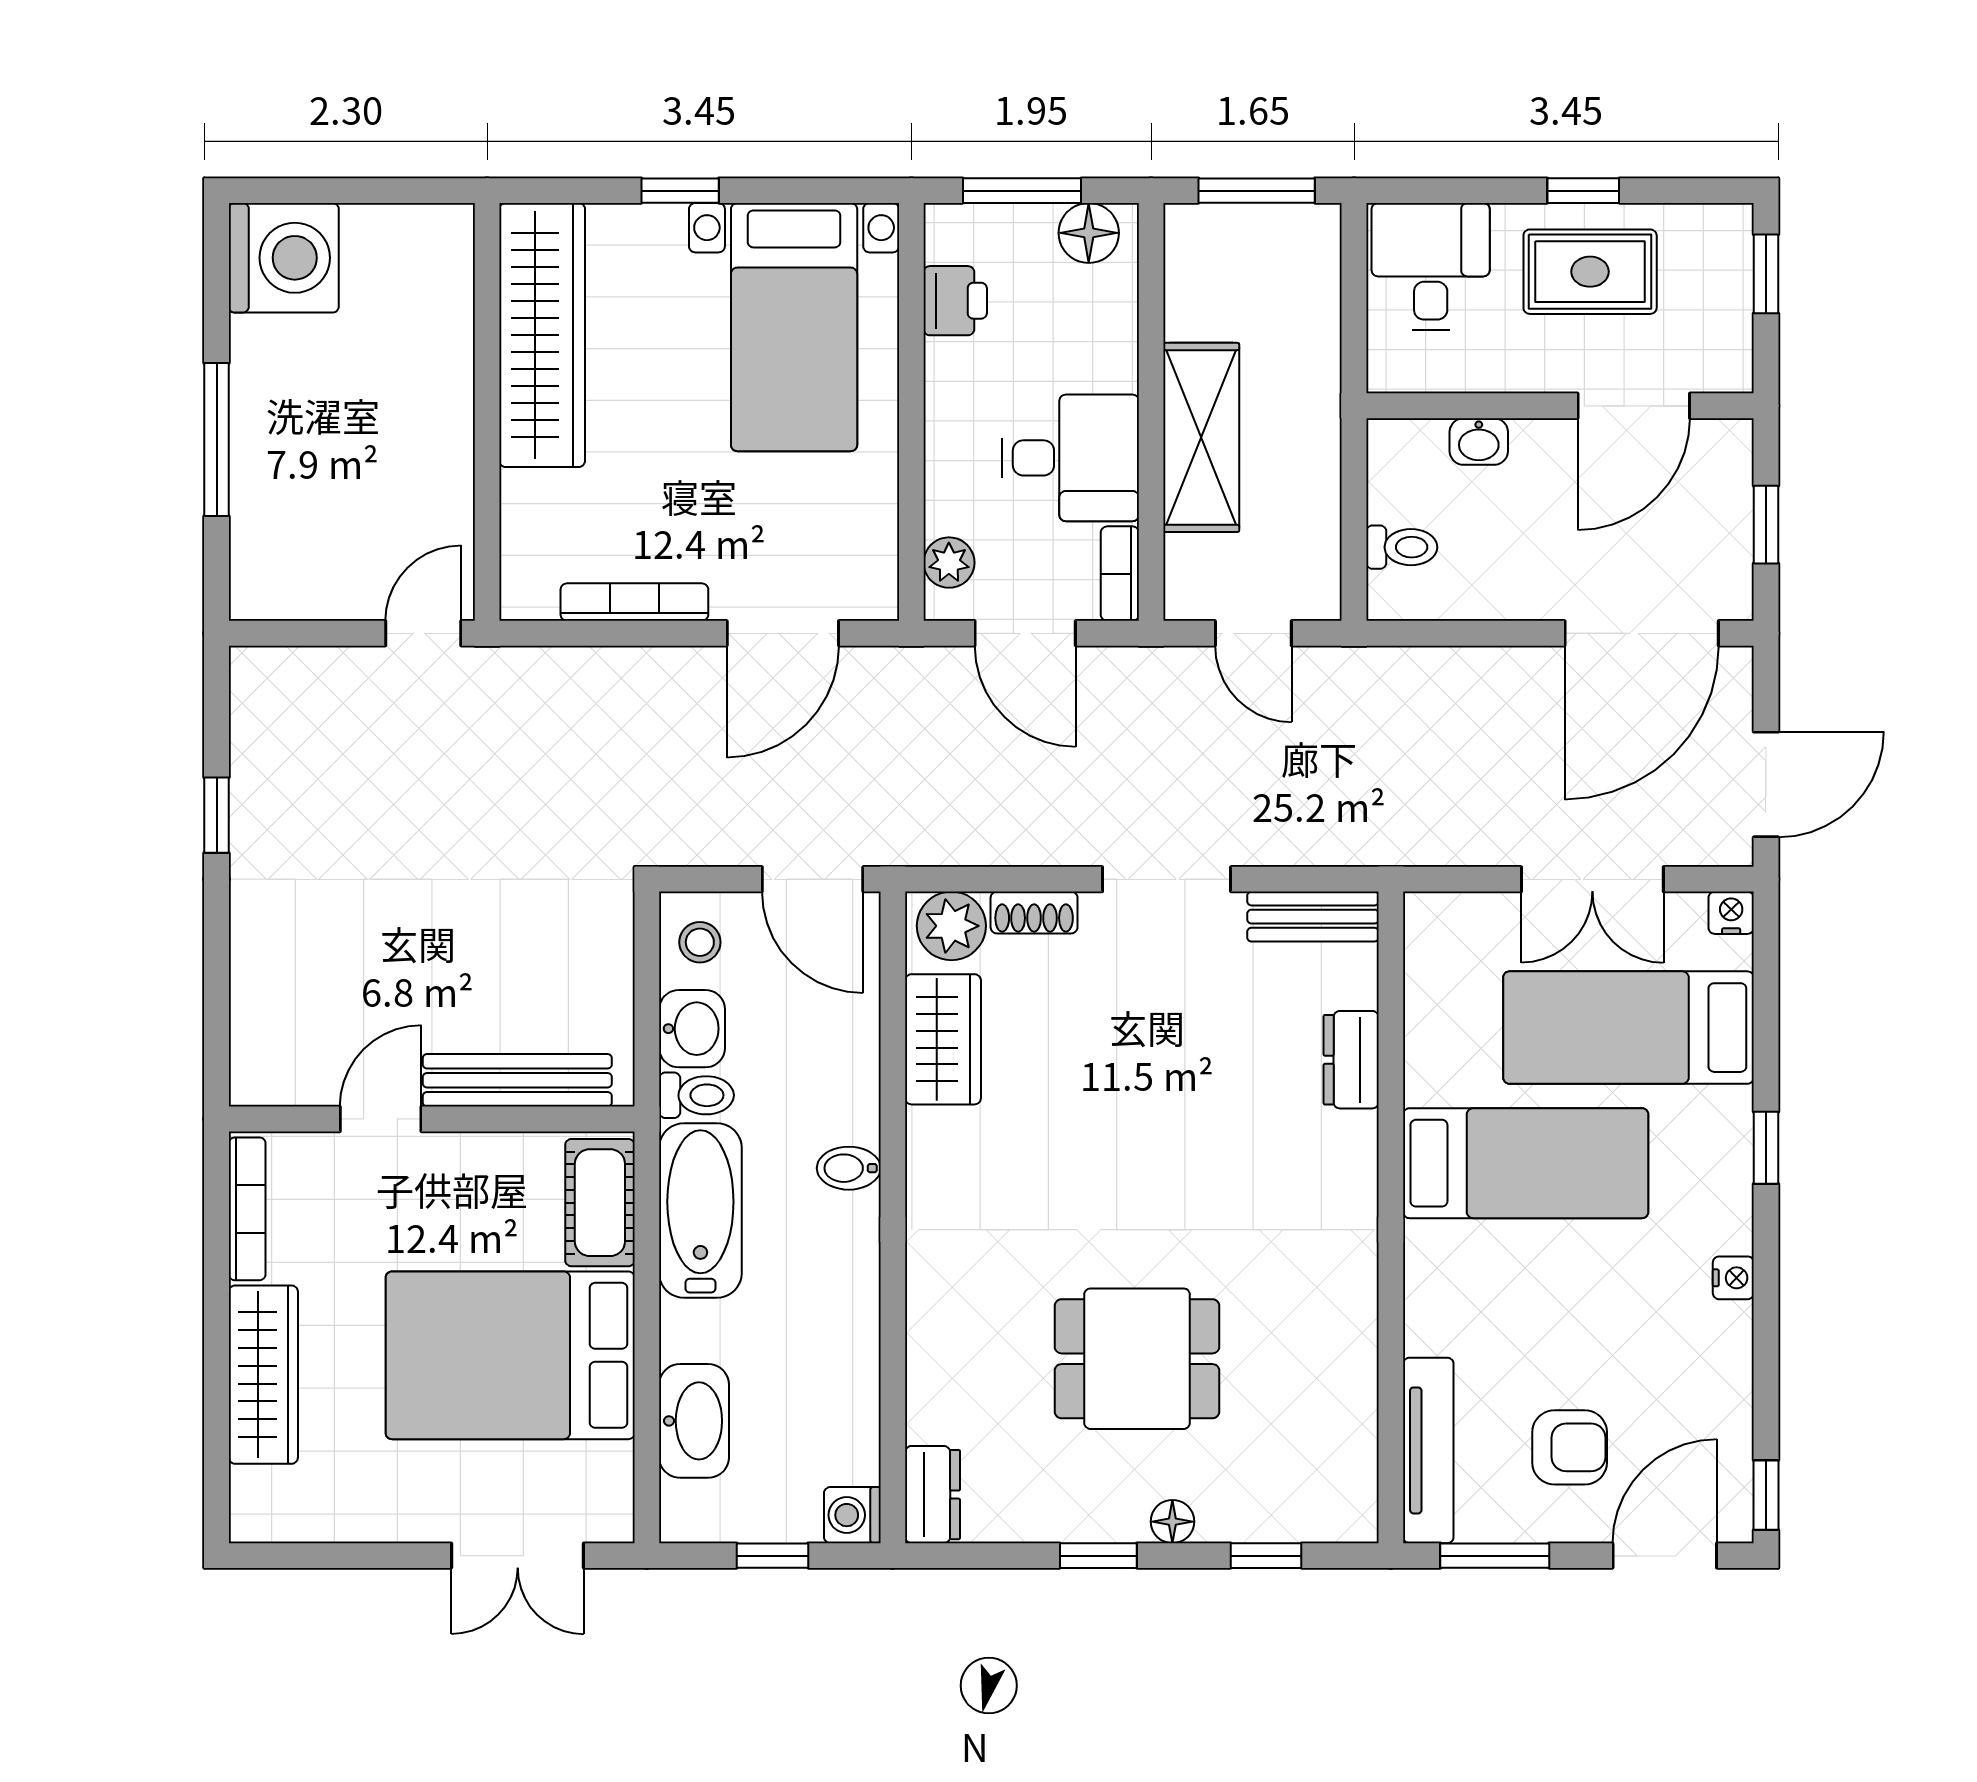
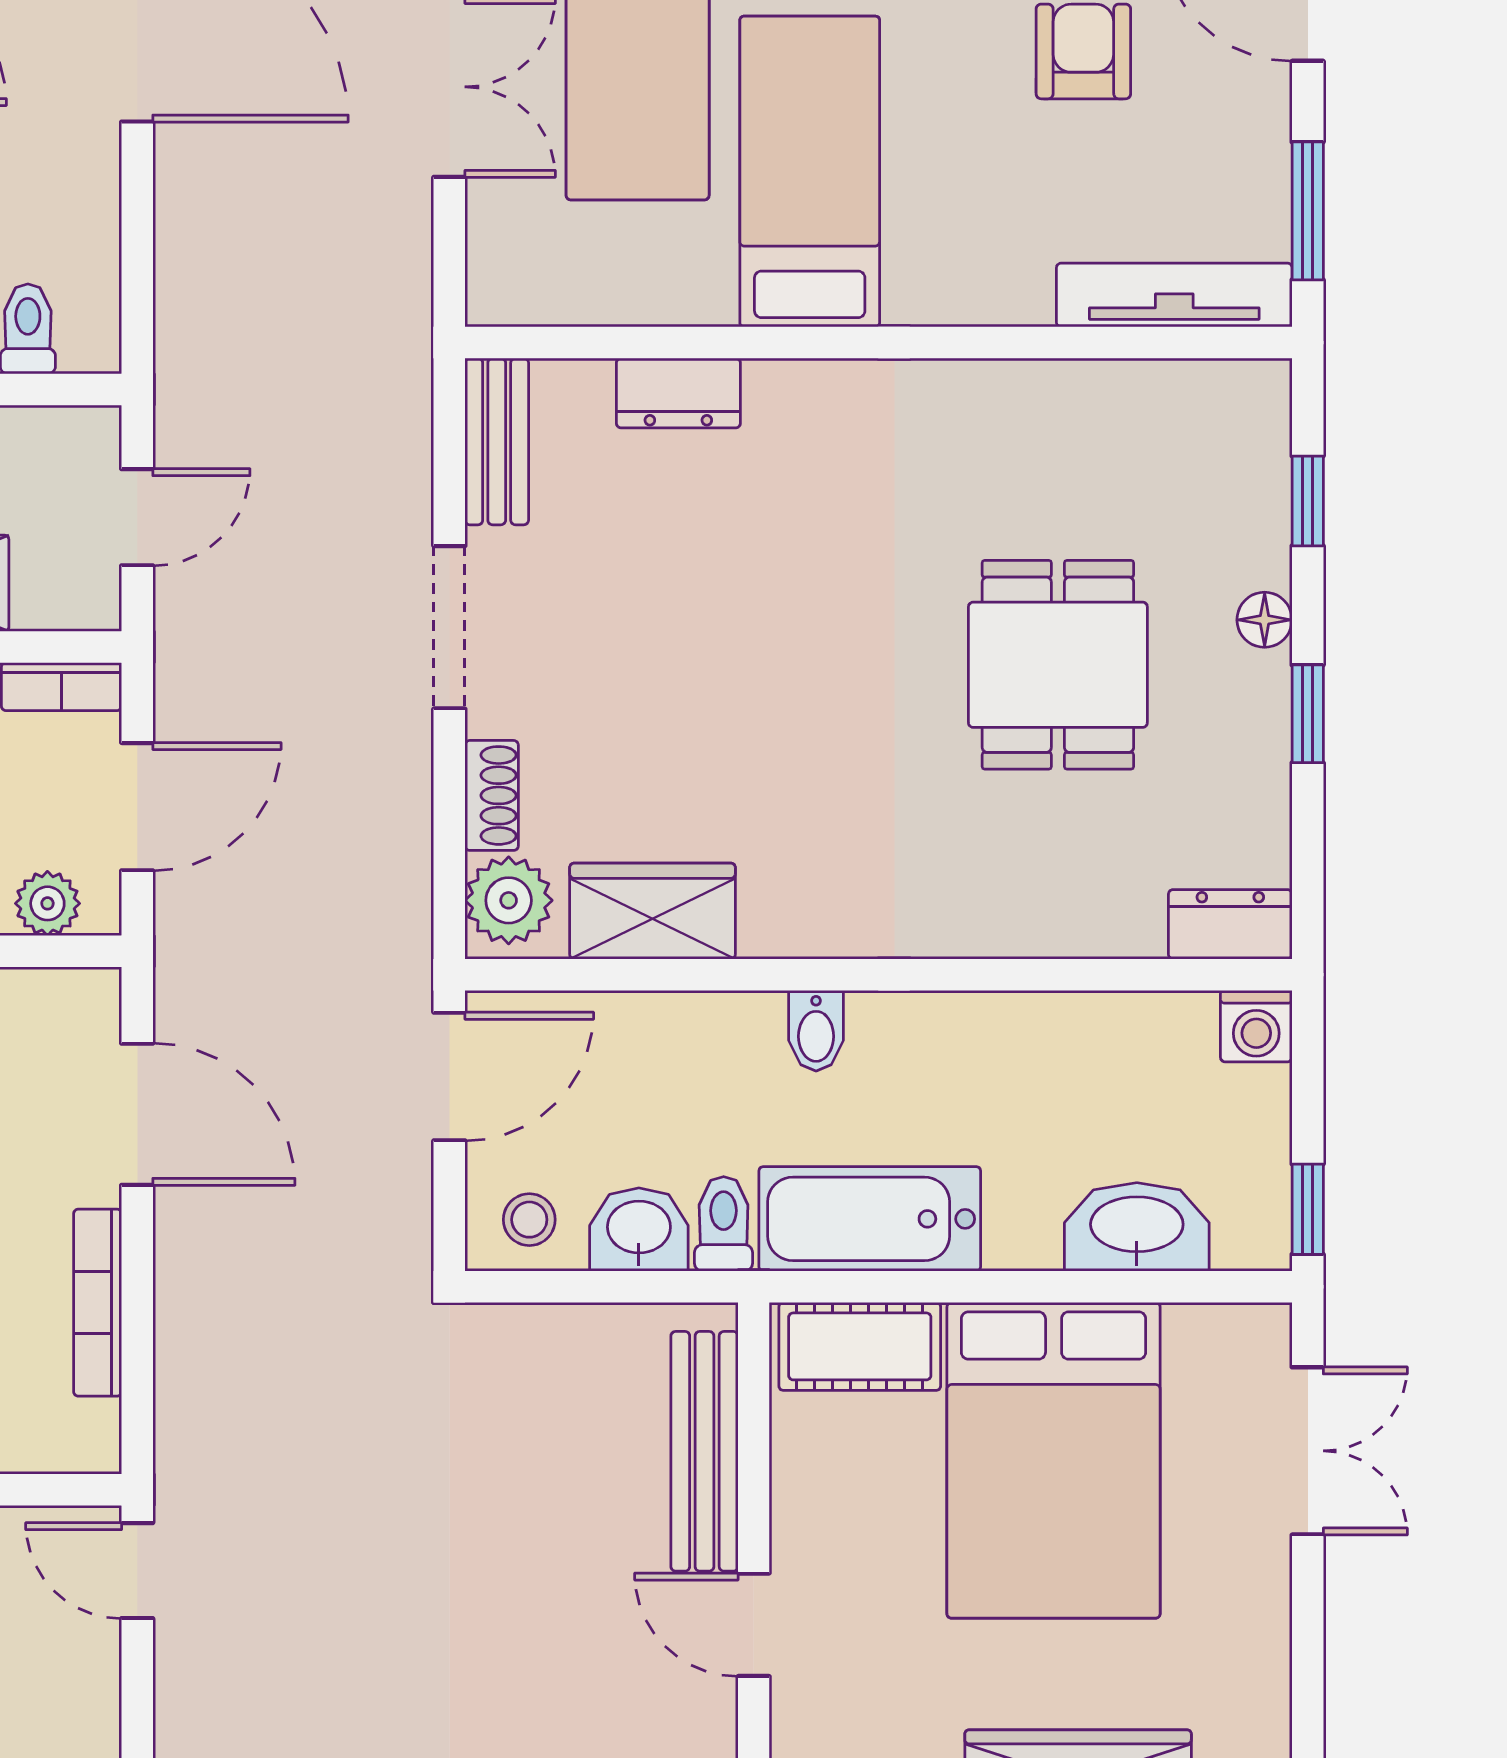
armchair: (1570, 1447) -> (1083, 51), moved
window: (772, 1556) -> (1308, 1209), moved

